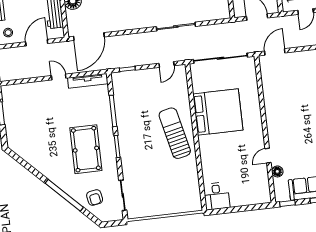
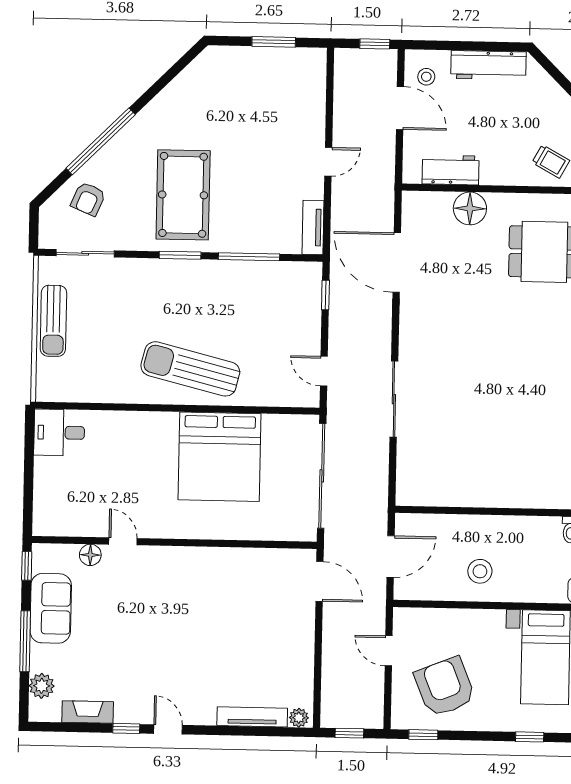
door: (89, 37) -> (397, 263), moved
door: (37, 43) -> (400, 108), moved
tv unit: (88, 81) -> (313, 227), width x0.71
sun lounger: (175, 133) -> (190, 369), turned -153
pool table: (86, 149) -> (183, 195), turned 90
armchair: (95, 198) -> (88, 199), turned -57
sun lounger: (160, 207) -> (53, 321), added

